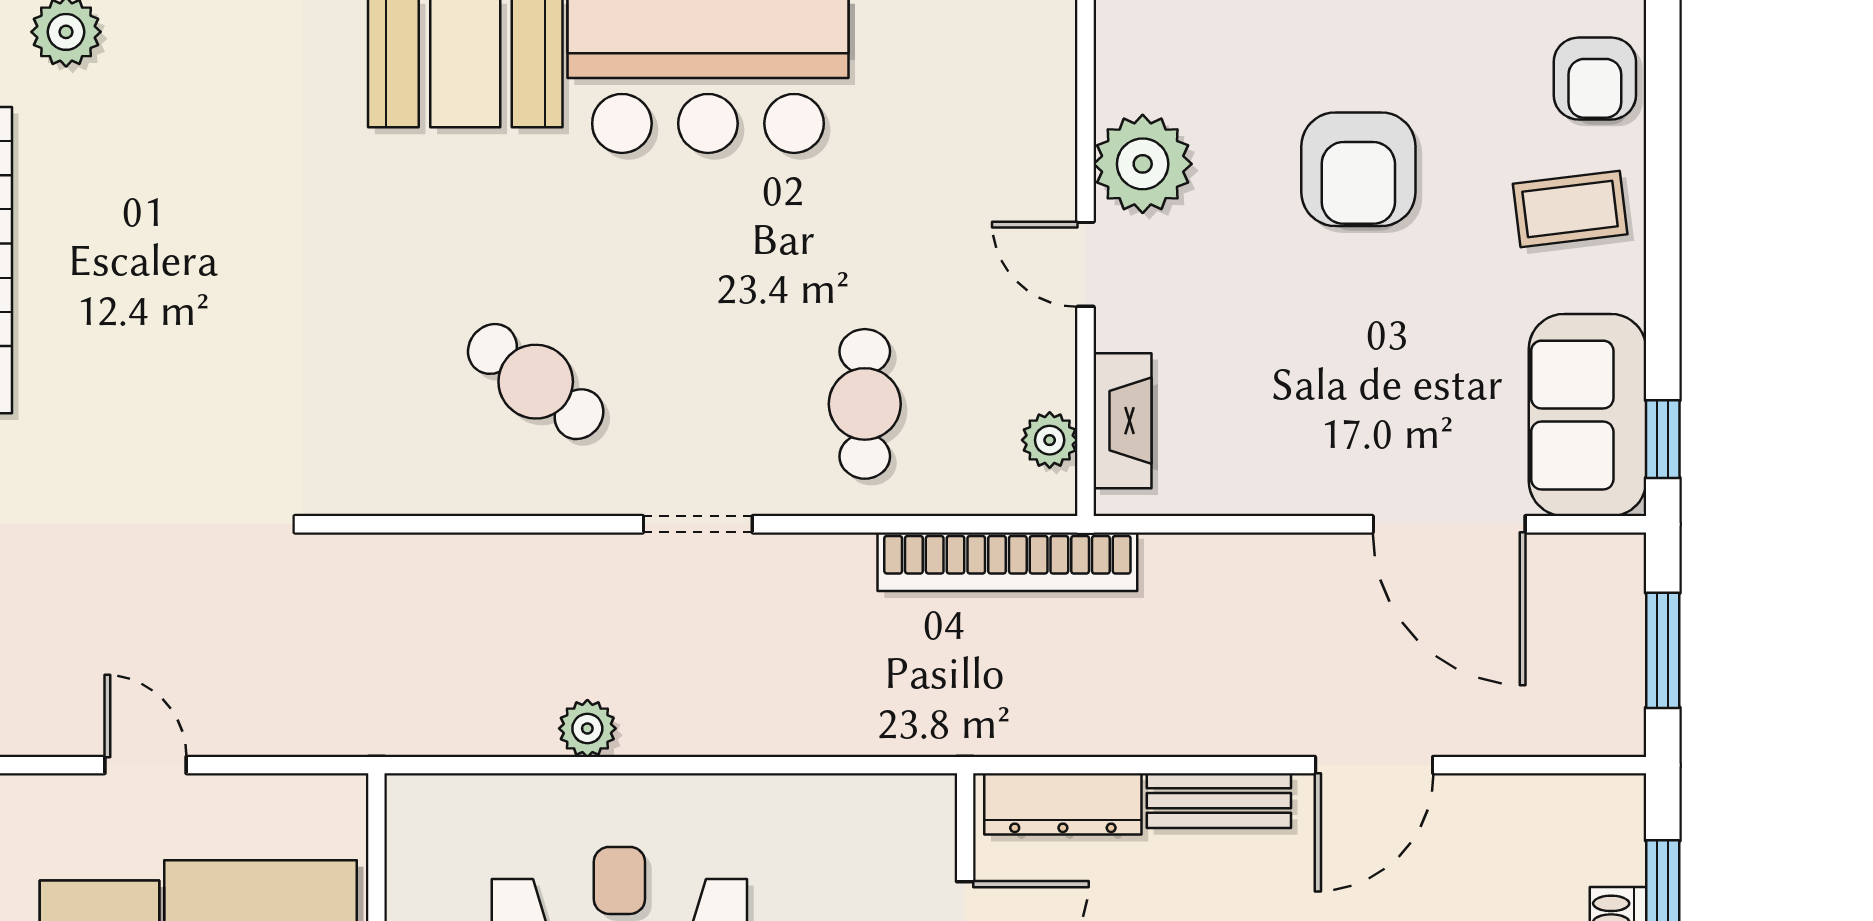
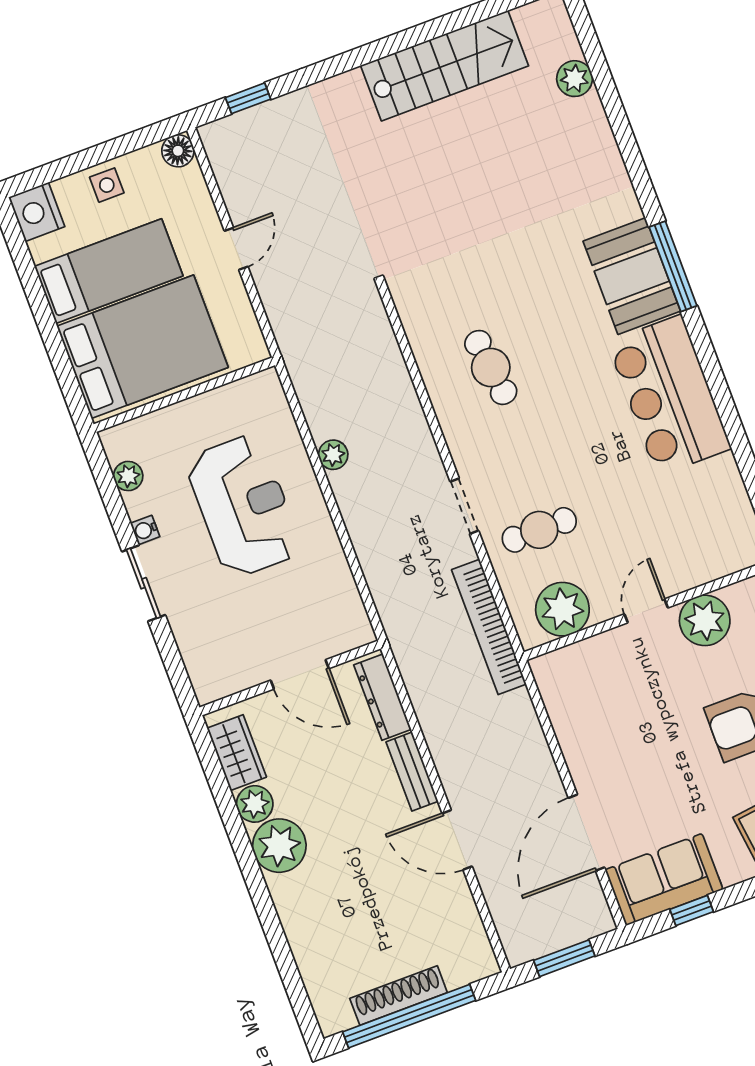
cafe table: (536, 382) -> (491, 367), turned -44
fireplace: (1122, 421) -> (578, 657), removed
window: (1663, 439) -> (692, 910), moved
plant: (1050, 440) -> (562, 609), width x1.88, depth x1.88
doorway: (698, 524) -> (464, 506), moved

